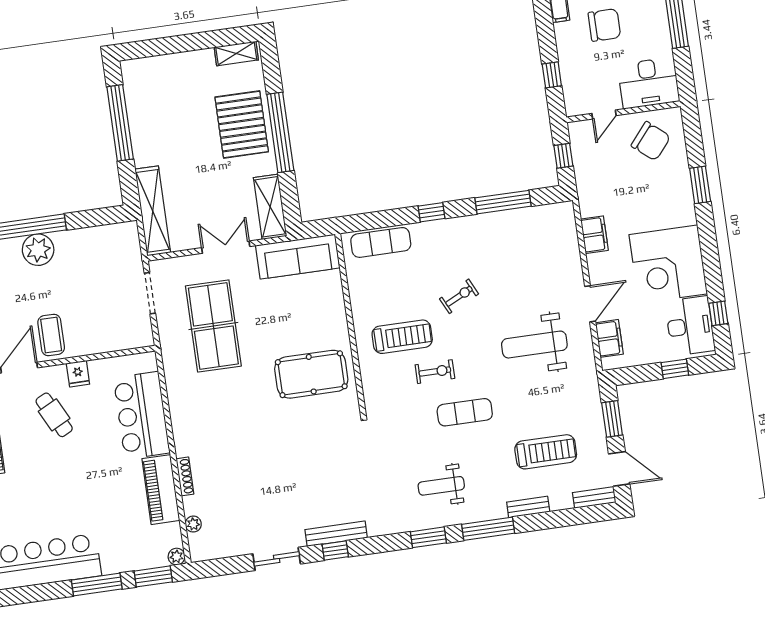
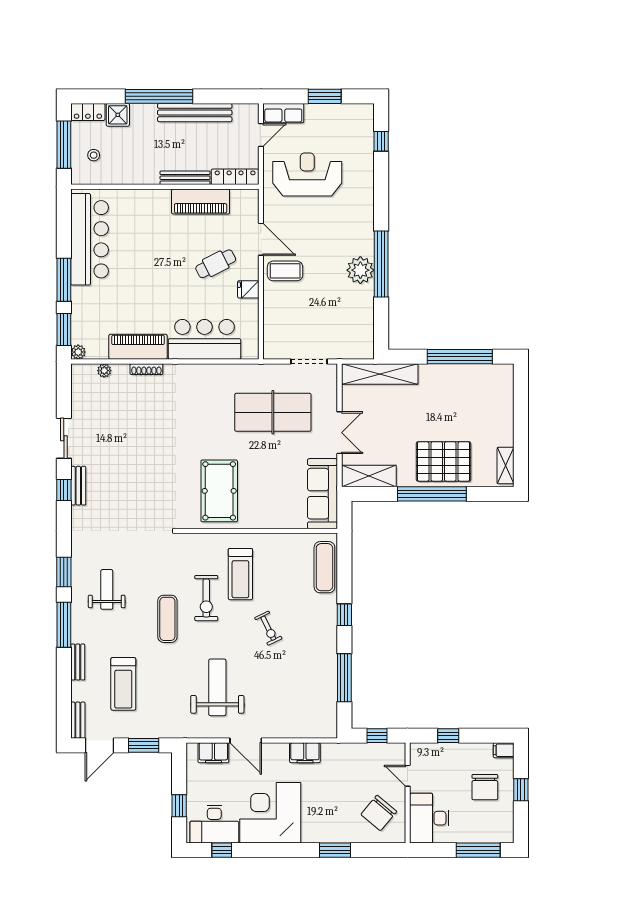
exercise bike: (435, 372) -> (206, 598), width x1.38, depth x1.39
bench: (336, 534) -> (78, 486), width x0.73

